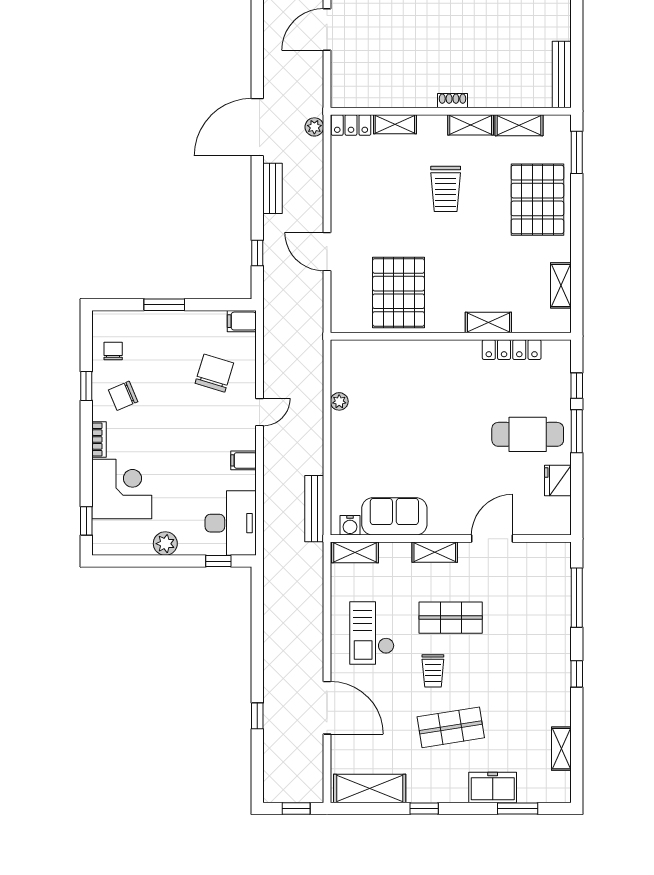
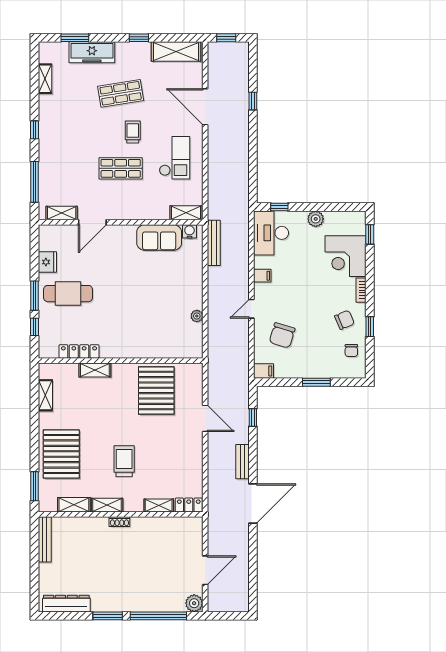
plant: (314, 127) -> (214, 504), removed
shelving: (435, 552) -> (62, 213), moved
freezer: (493, 787) -> (92, 52), width x1.40

